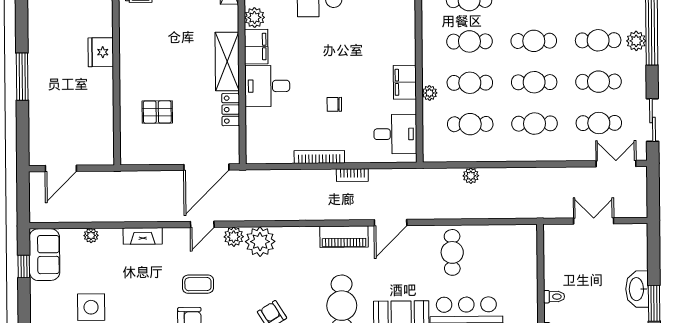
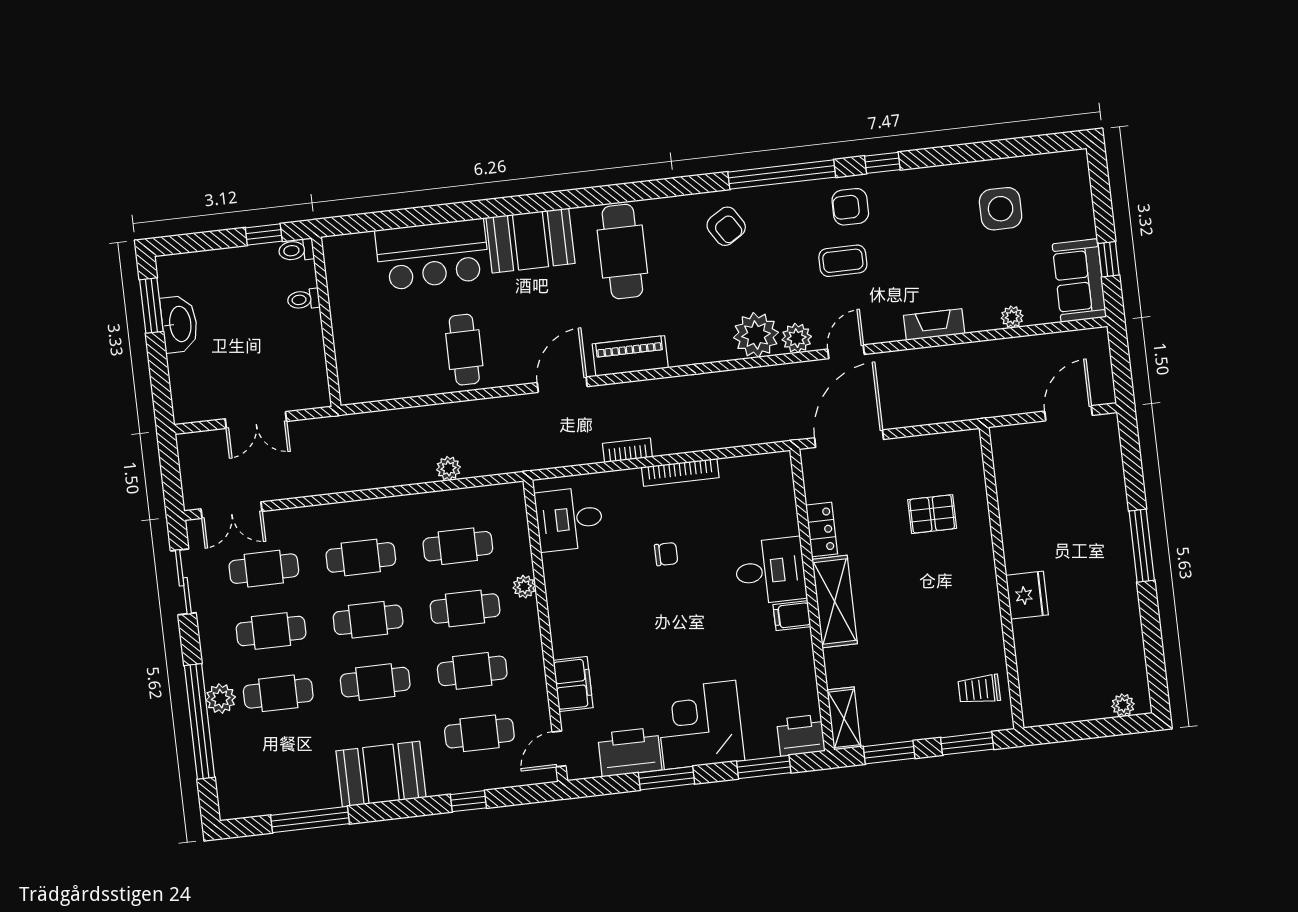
plant: (255, 18) -> (801, 672), removed
filing cabinet: (256, 47) -> (792, 616), width x0.50
filing cabinet: (405, 82) -> (573, 684), moved

